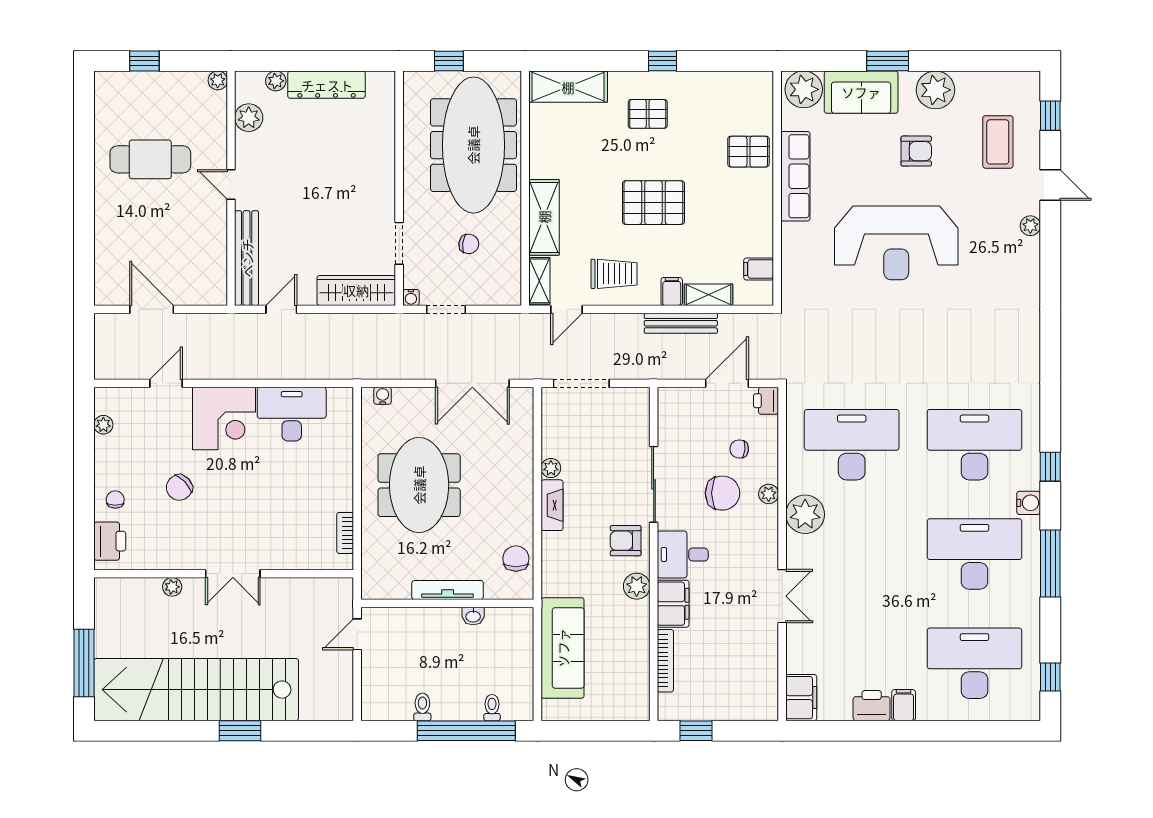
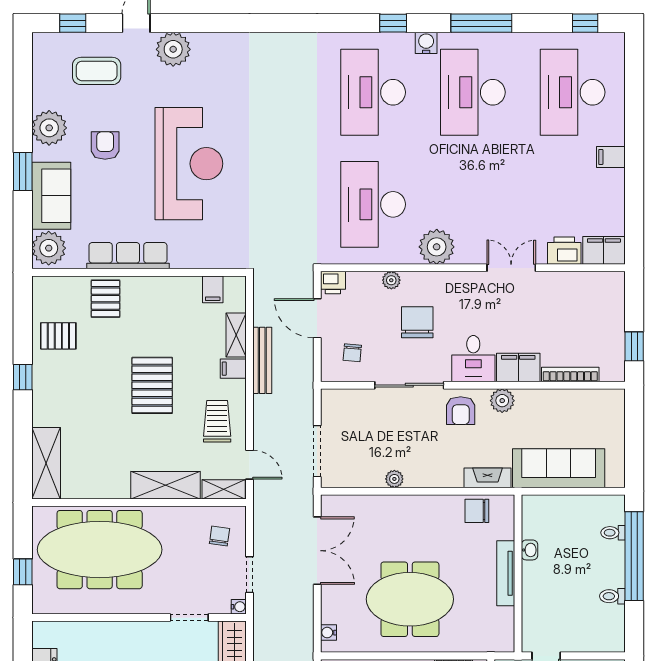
pallet: (648, 114) -> (58, 336), moved, turned 90
plant: (1030, 226) -> (173, 49), width x1.88, depth x1.88
chair: (469, 244) -> (219, 536), moved
chair: (739, 449) -> (352, 353), moved
plant: (769, 494) -> (391, 280), moved
fireplace: (552, 505) -> (488, 478), moved
printer: (872, 706) -> (564, 251), moved, turned 90

